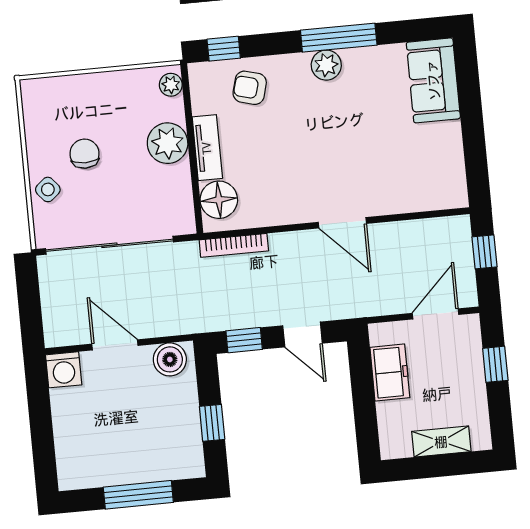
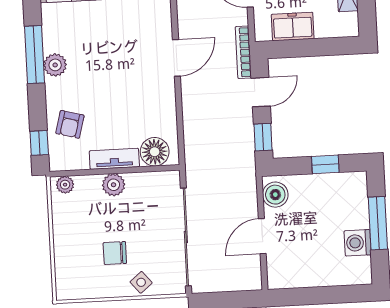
plant: (168, 143) -> (114, 185), width x0.73, depth x0.73
bookcase: (234, 245) -> (243, 52), moved, turned 180
washing machine: (64, 370) -> (358, 243), moved, turned 180

